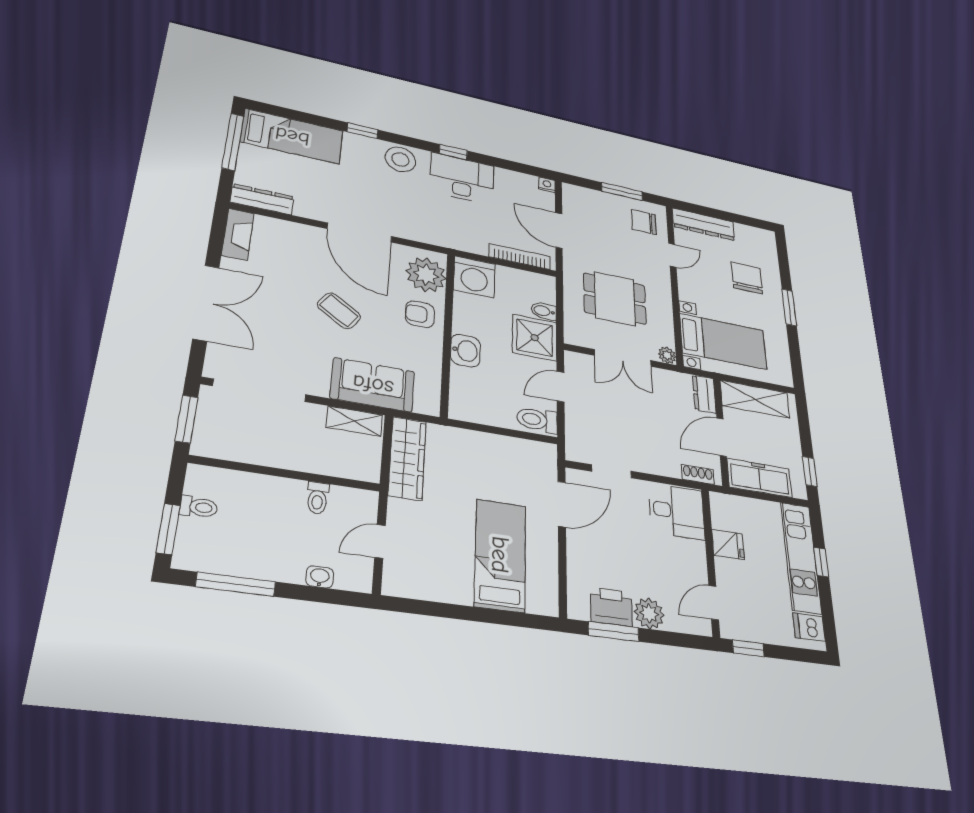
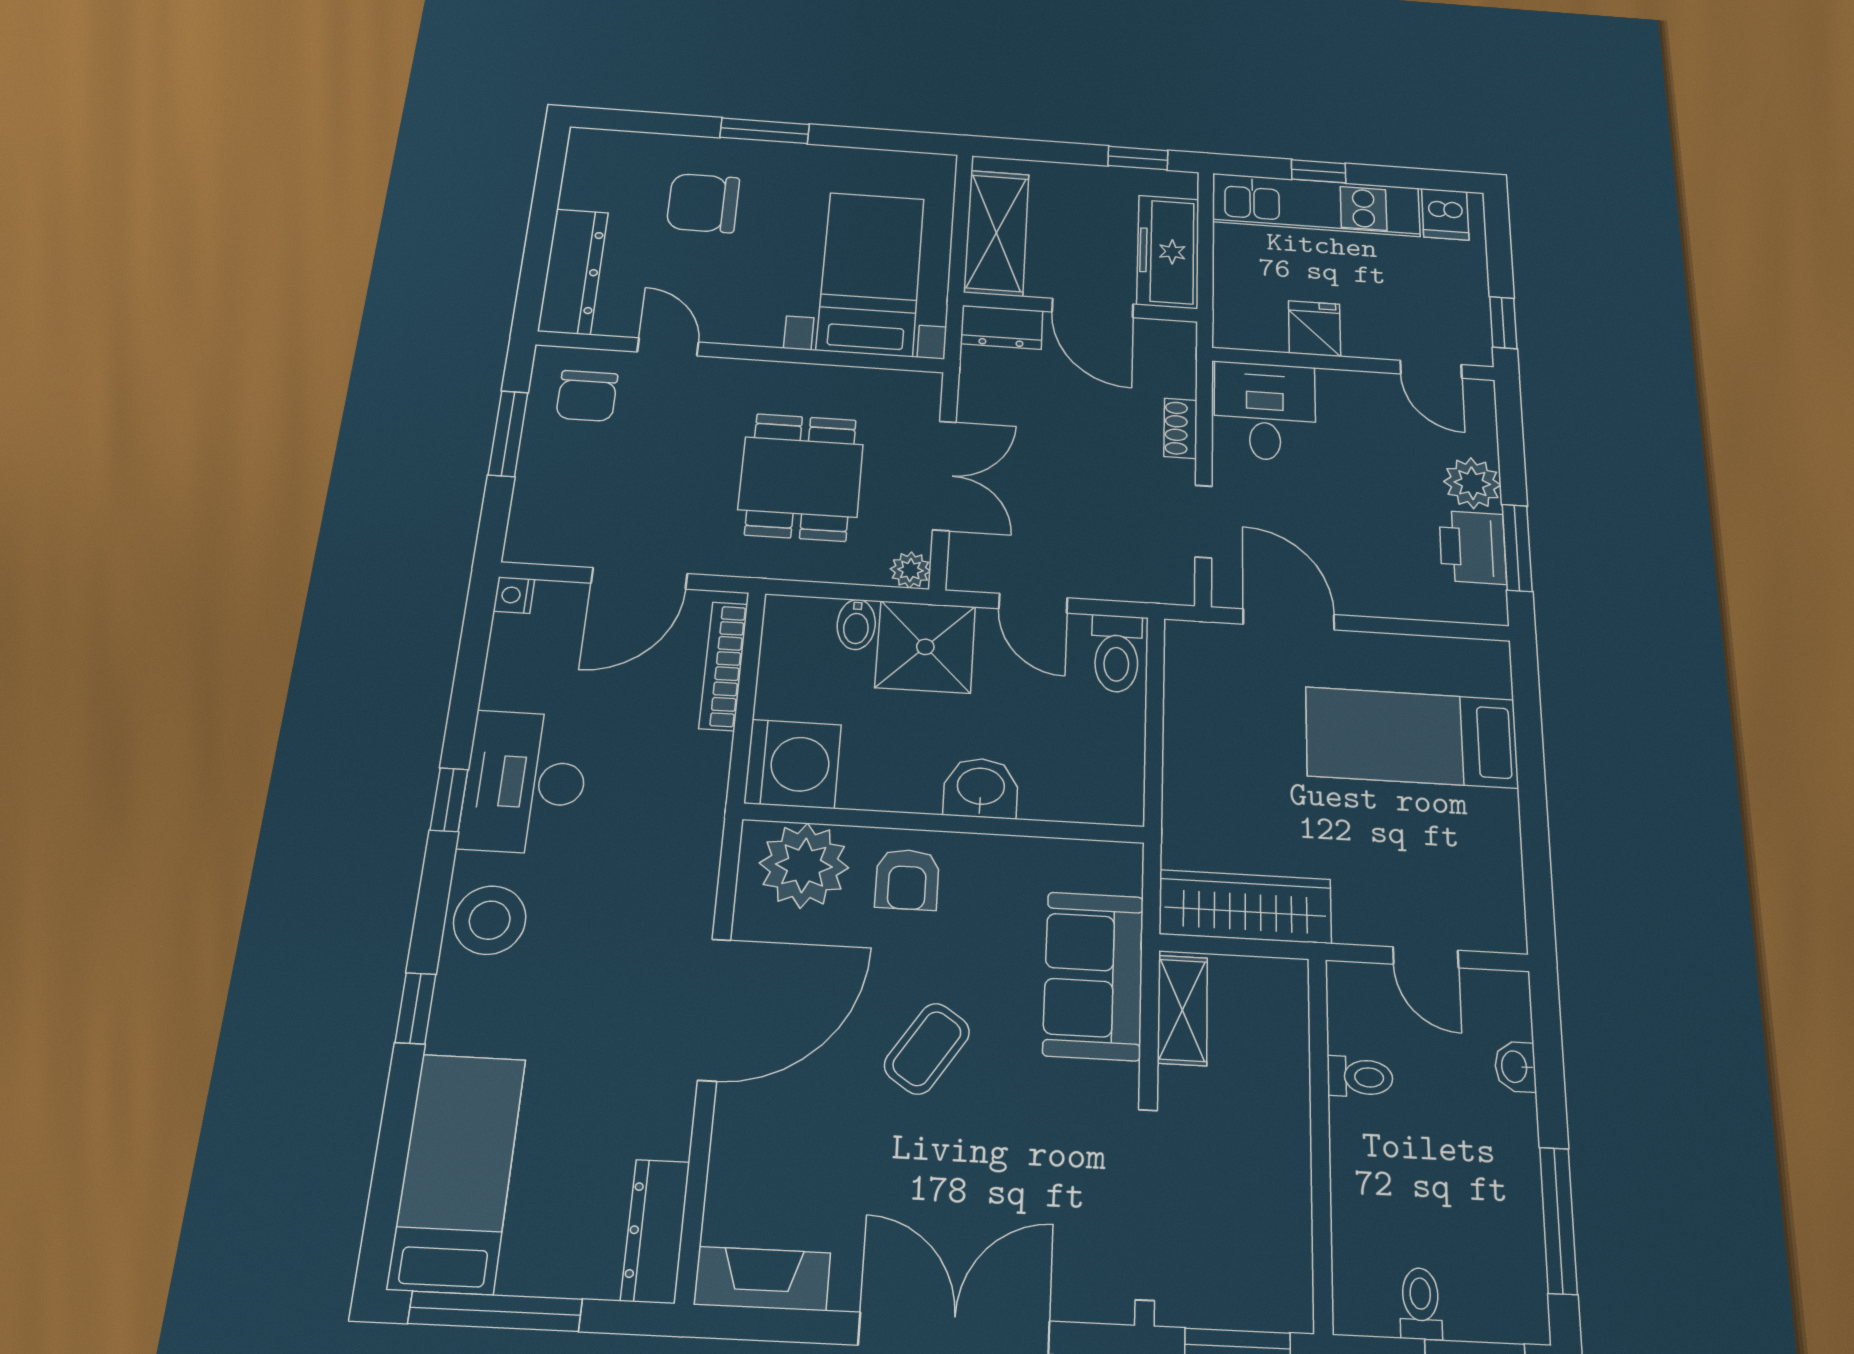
plant: (667, 355) -> (910, 570), moved
shoe rack: (698, 474) -> (1180, 428), moved

